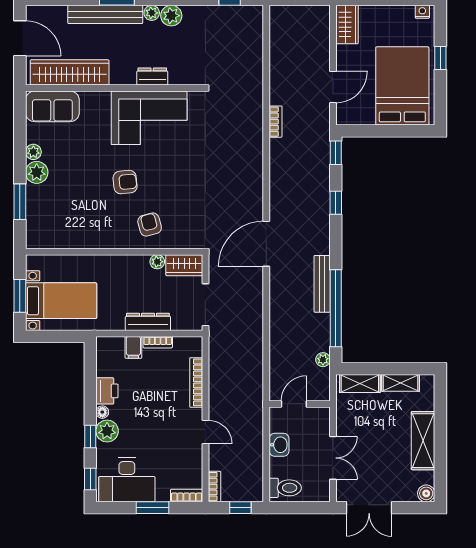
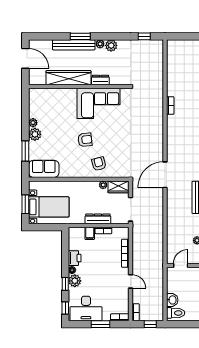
wardrobe: (70, 72) -> (68, 78), moved
sofa: (52, 106) -> (44, 169), moved, turned 180
washbasin: (279, 445) -> (172, 300), moved

